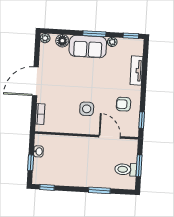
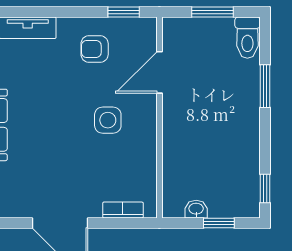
armchair: (124, 104) -> (95, 49), turned 90
toilet: (126, 169) -> (247, 38), moved

